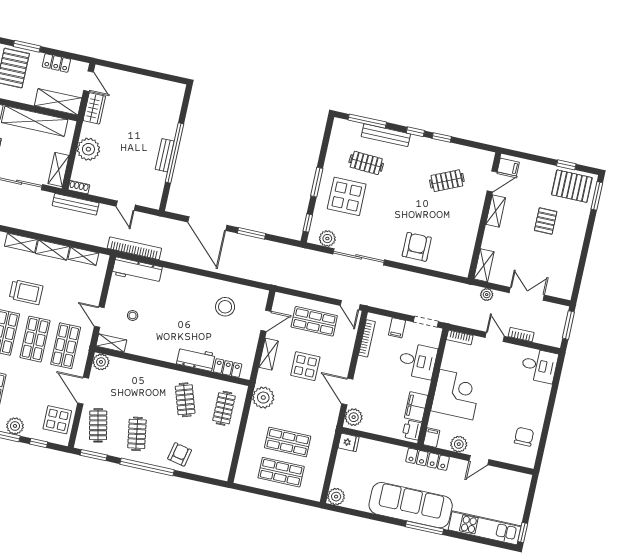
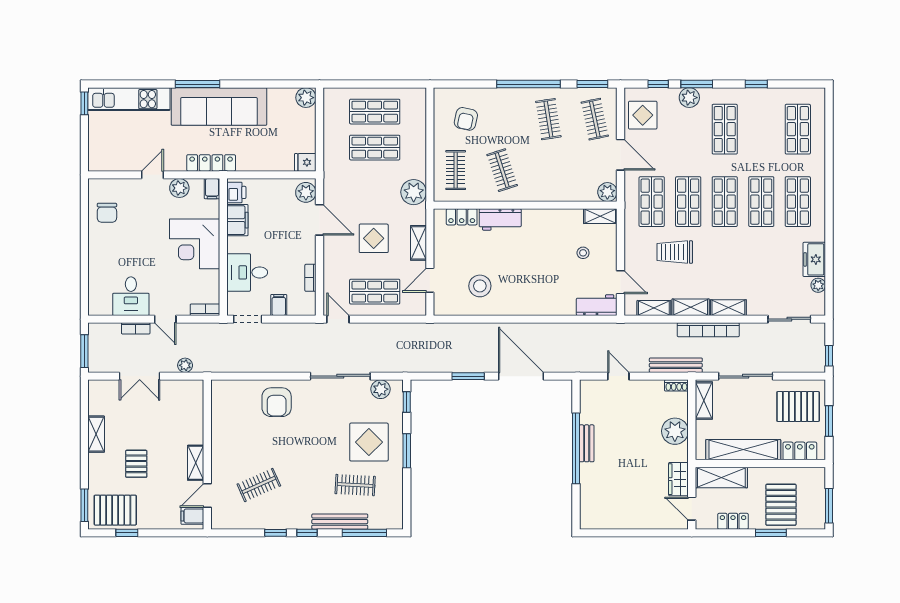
bookcase: (134, 248) -> (708, 330), moved
shelving: (484, 265) -> (96, 434), moved
workbench: (137, 271) -> (597, 305), width x0.73
trolley: (26, 292) -> (675, 252), moved
door: (99, 317) -> (621, 282), moved
bookcase: (367, 338) -> (310, 278), width x0.64
desk: (539, 366) -> (131, 296), moved, turned -90
armchair: (180, 454) -> (466, 119), moved

